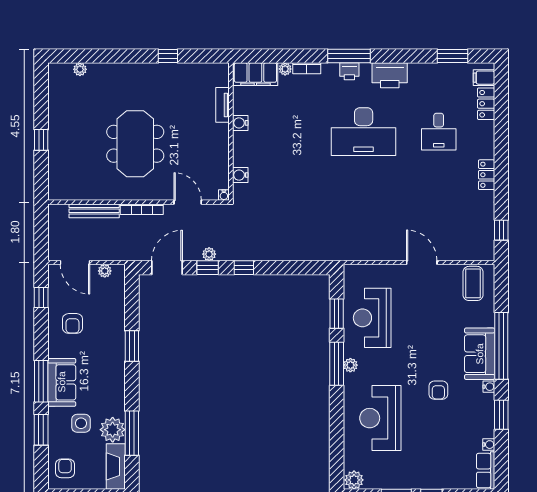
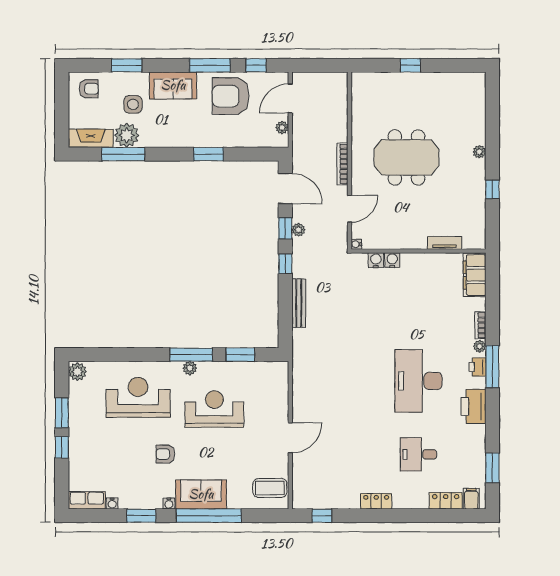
plant: (80, 69) -> (479, 152), moved
plant: (285, 69) -> (480, 346), moved
water cooler: (240, 123) -> (392, 260), moved
bench: (94, 211) -> (299, 303), moved
reception desk: (372, 318) -> (214, 409), moved
armchair: (73, 323) -> (231, 96), width x1.88, depth x1.88
window: (41, 381) -> (210, 65), moved

